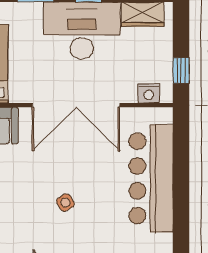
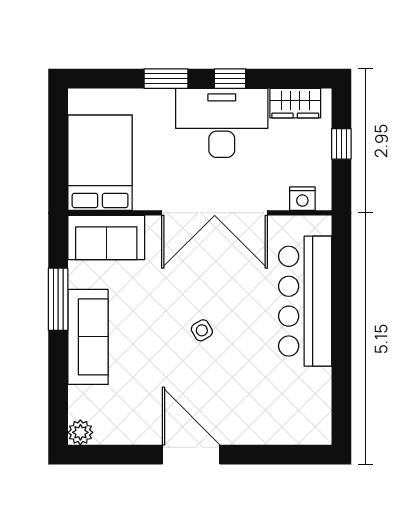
window: (181, 70) -> (341, 144), moved

